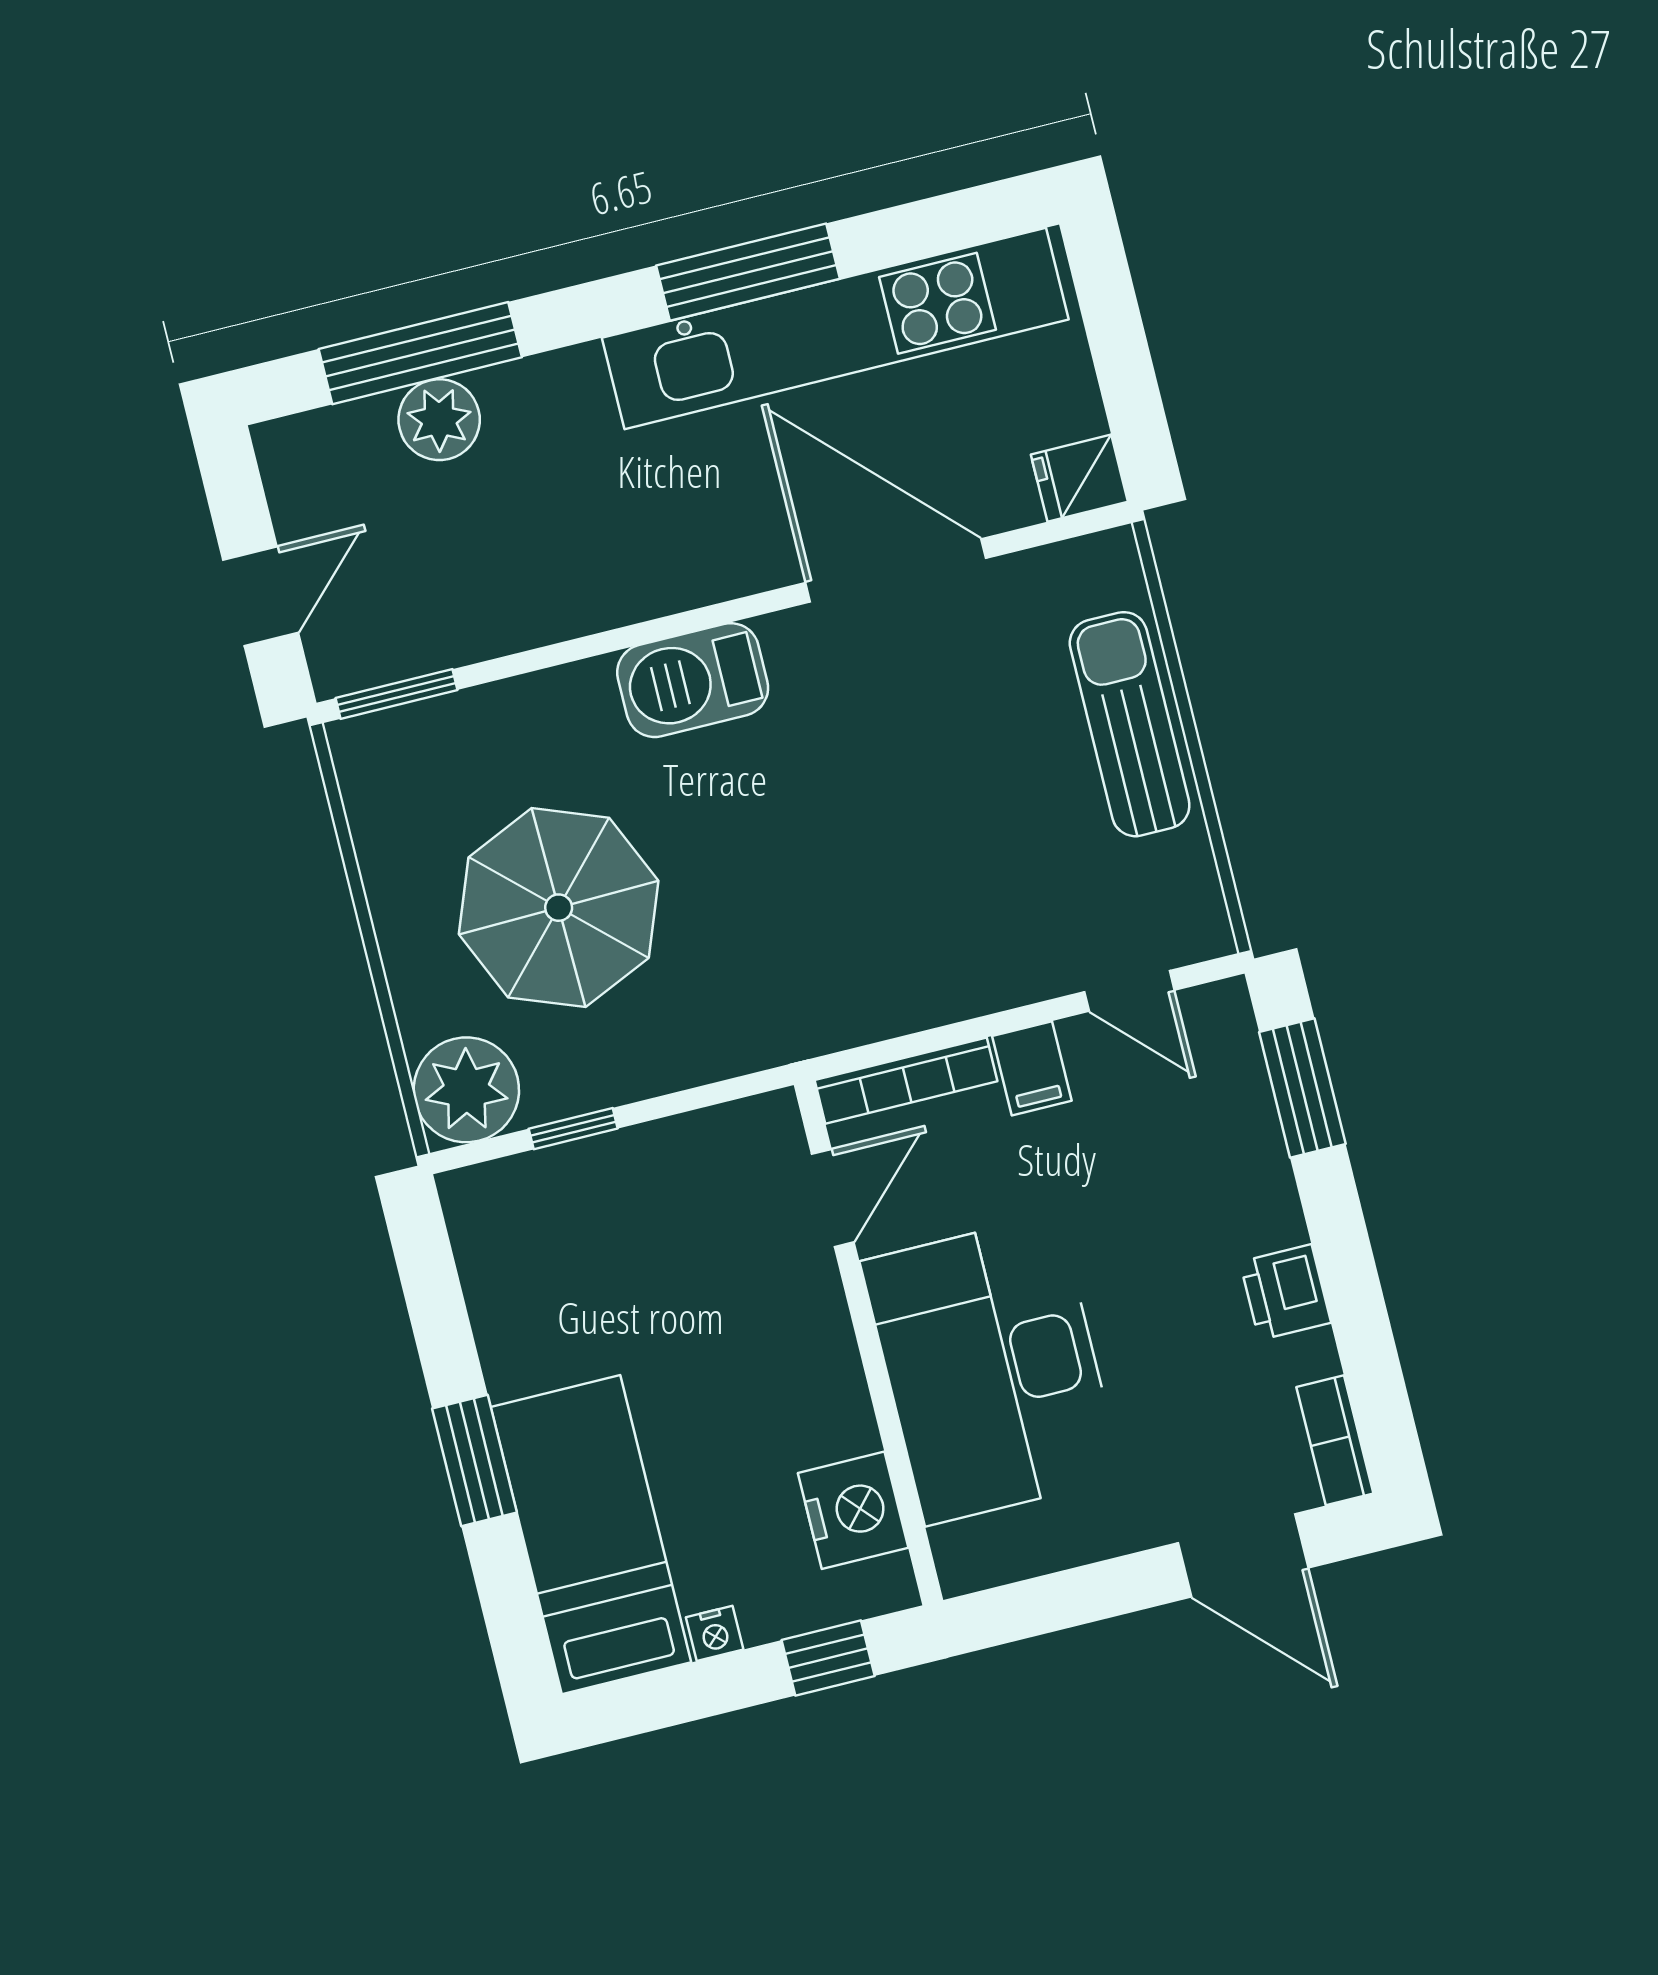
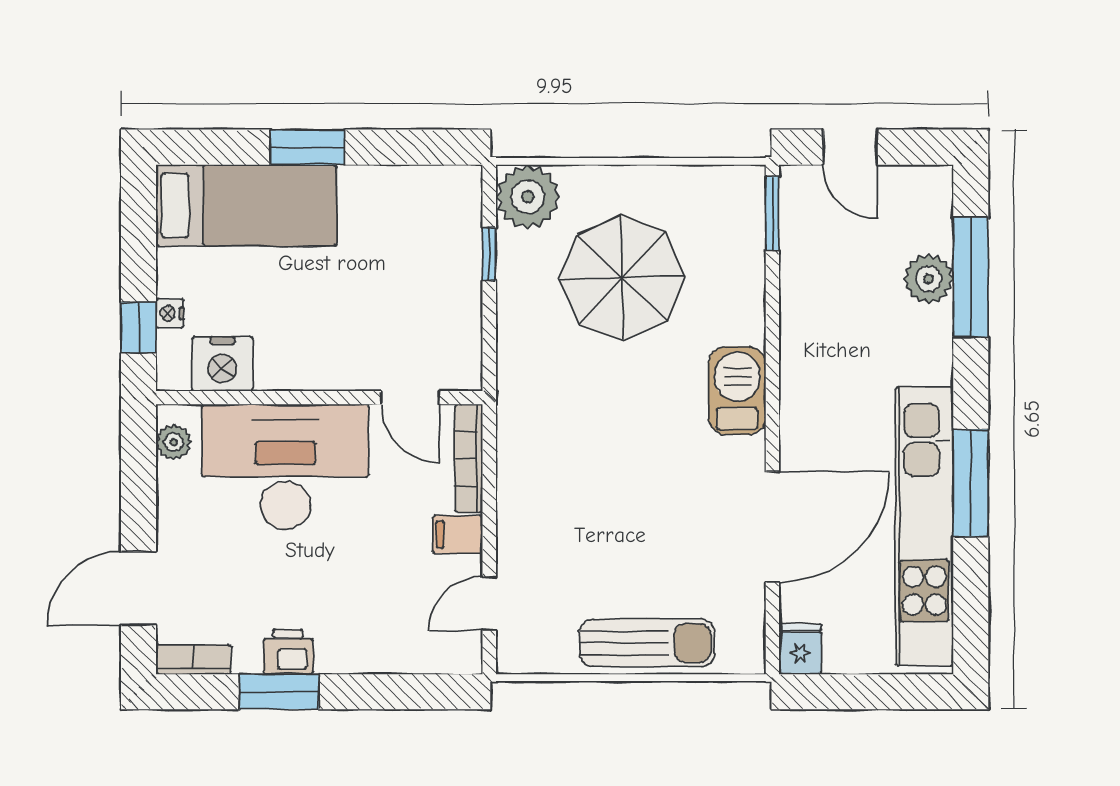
window: (1302, 1088) -> (279, 692), moved
plant: (997, 1557) -> (174, 442), added
nightstand: (715, 1633) -> (170, 313), moved

